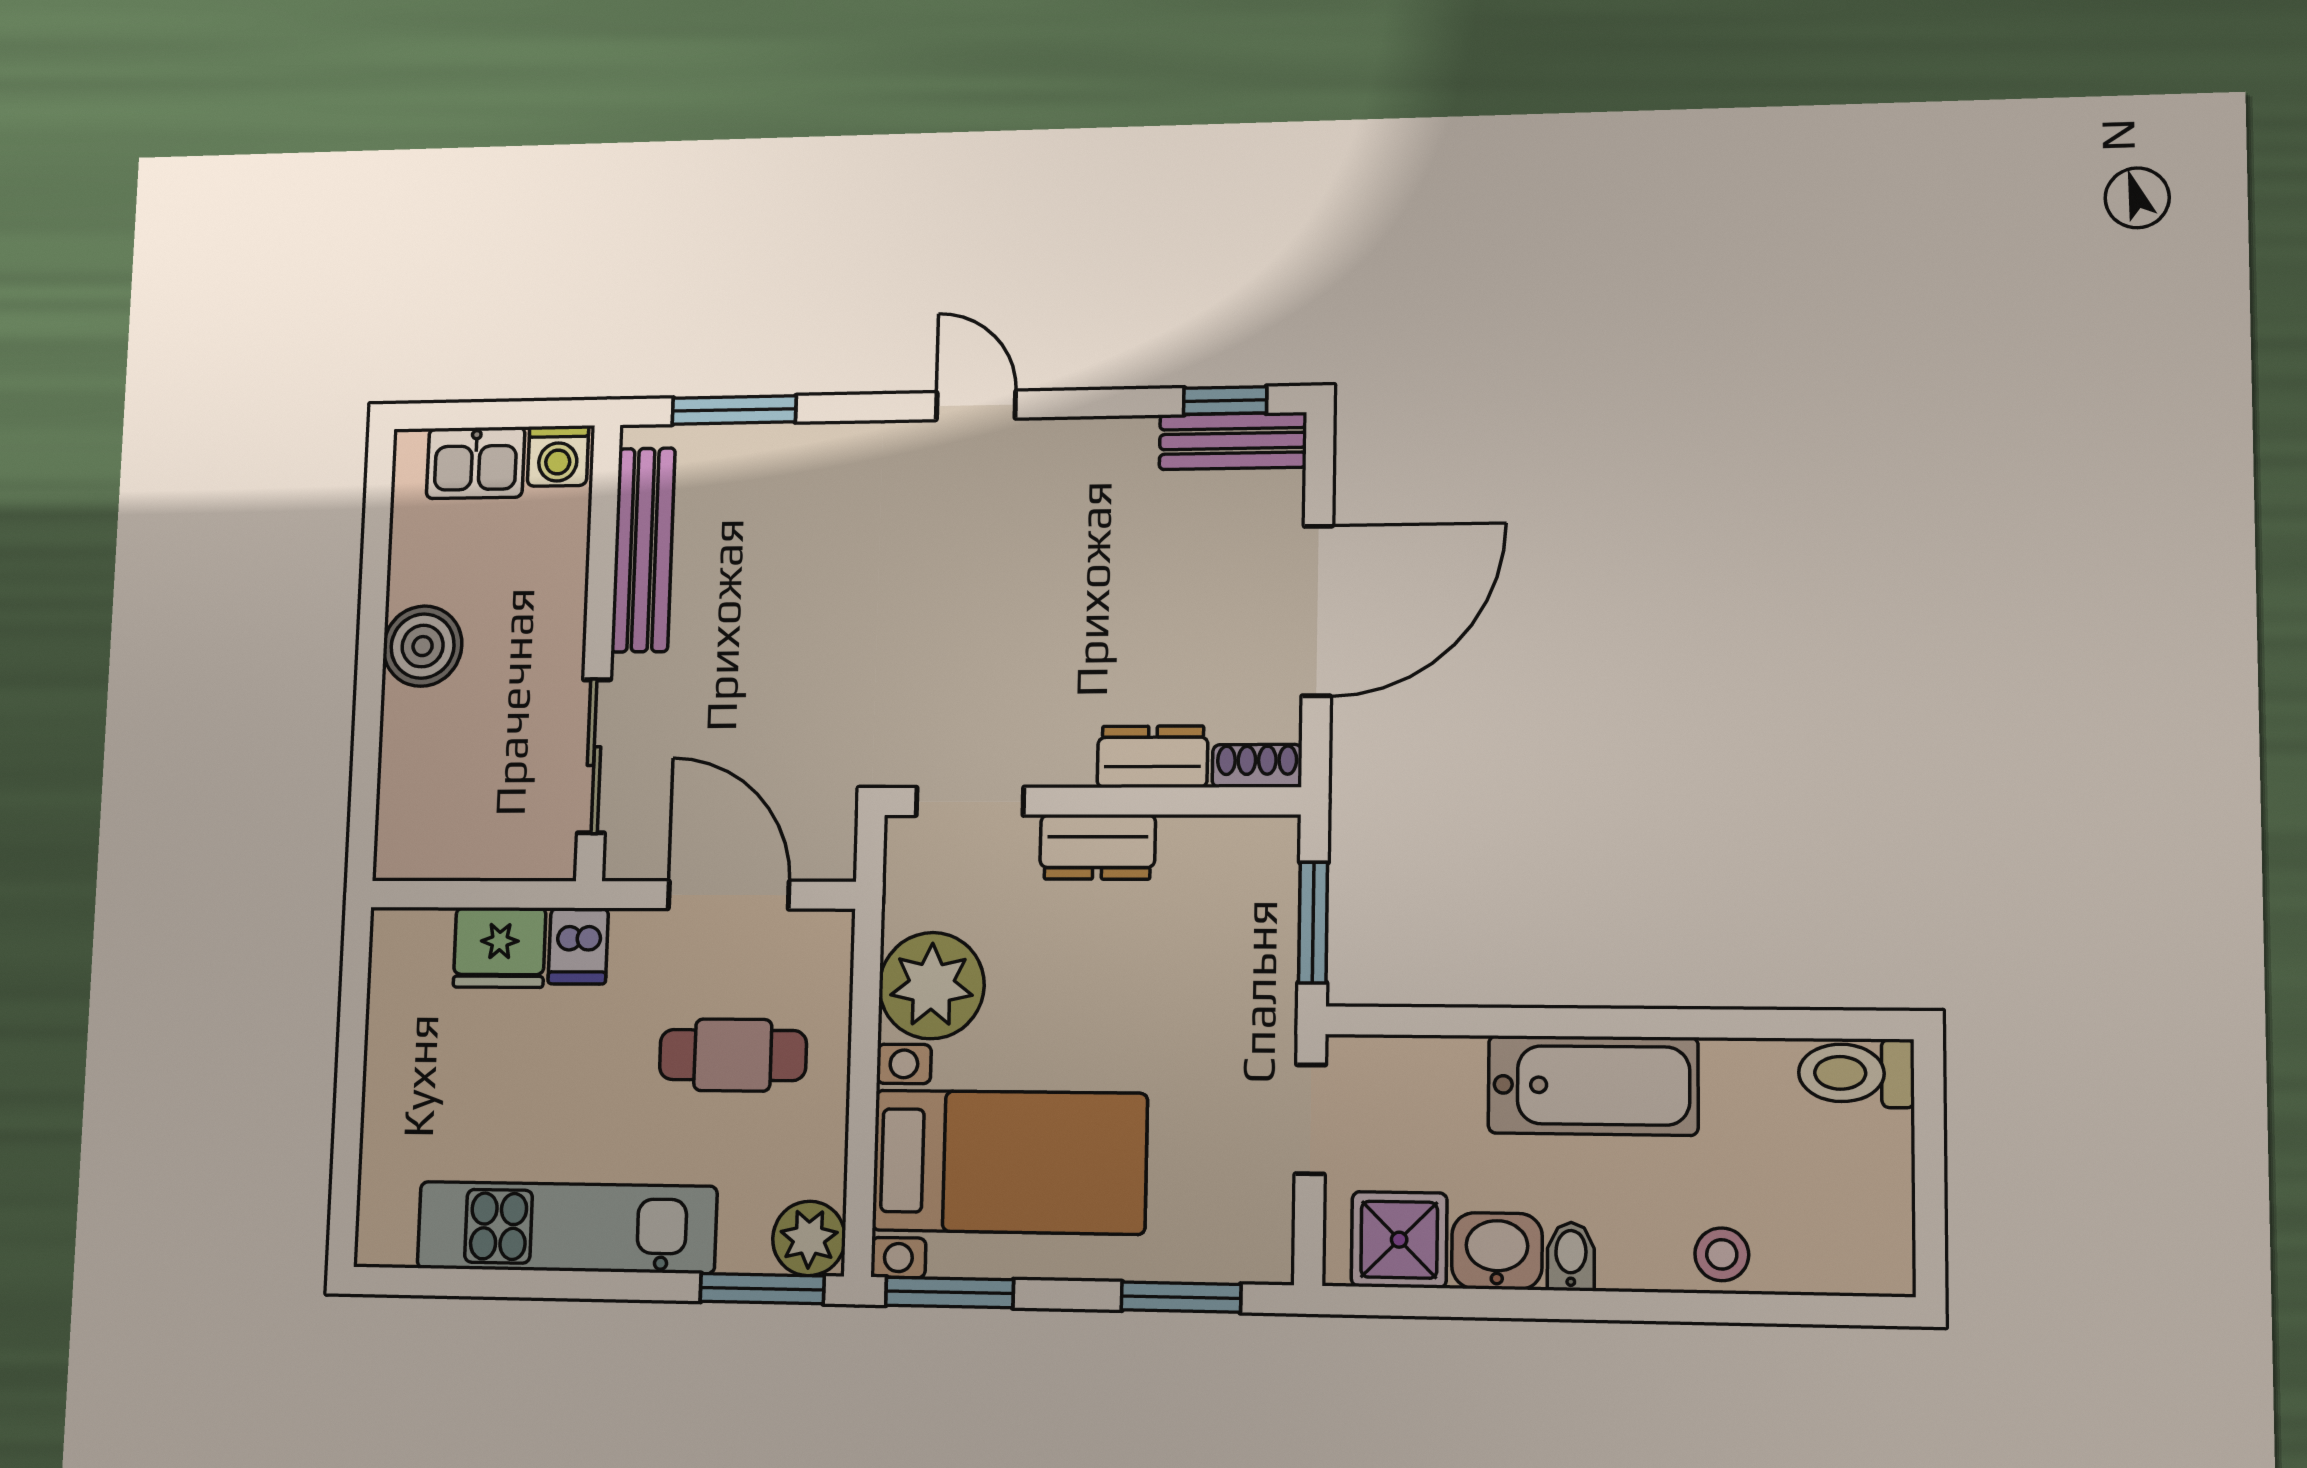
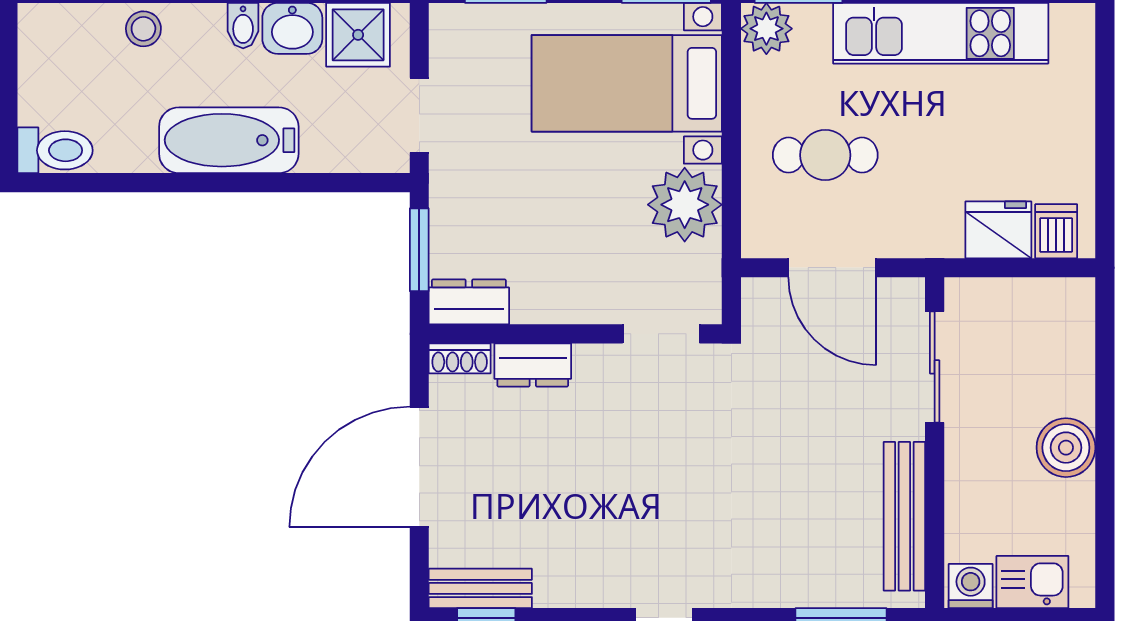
dresser: (1098, 847) -> (469, 302), moved
dishwasher: (578, 946) -> (1056, 231), moved

